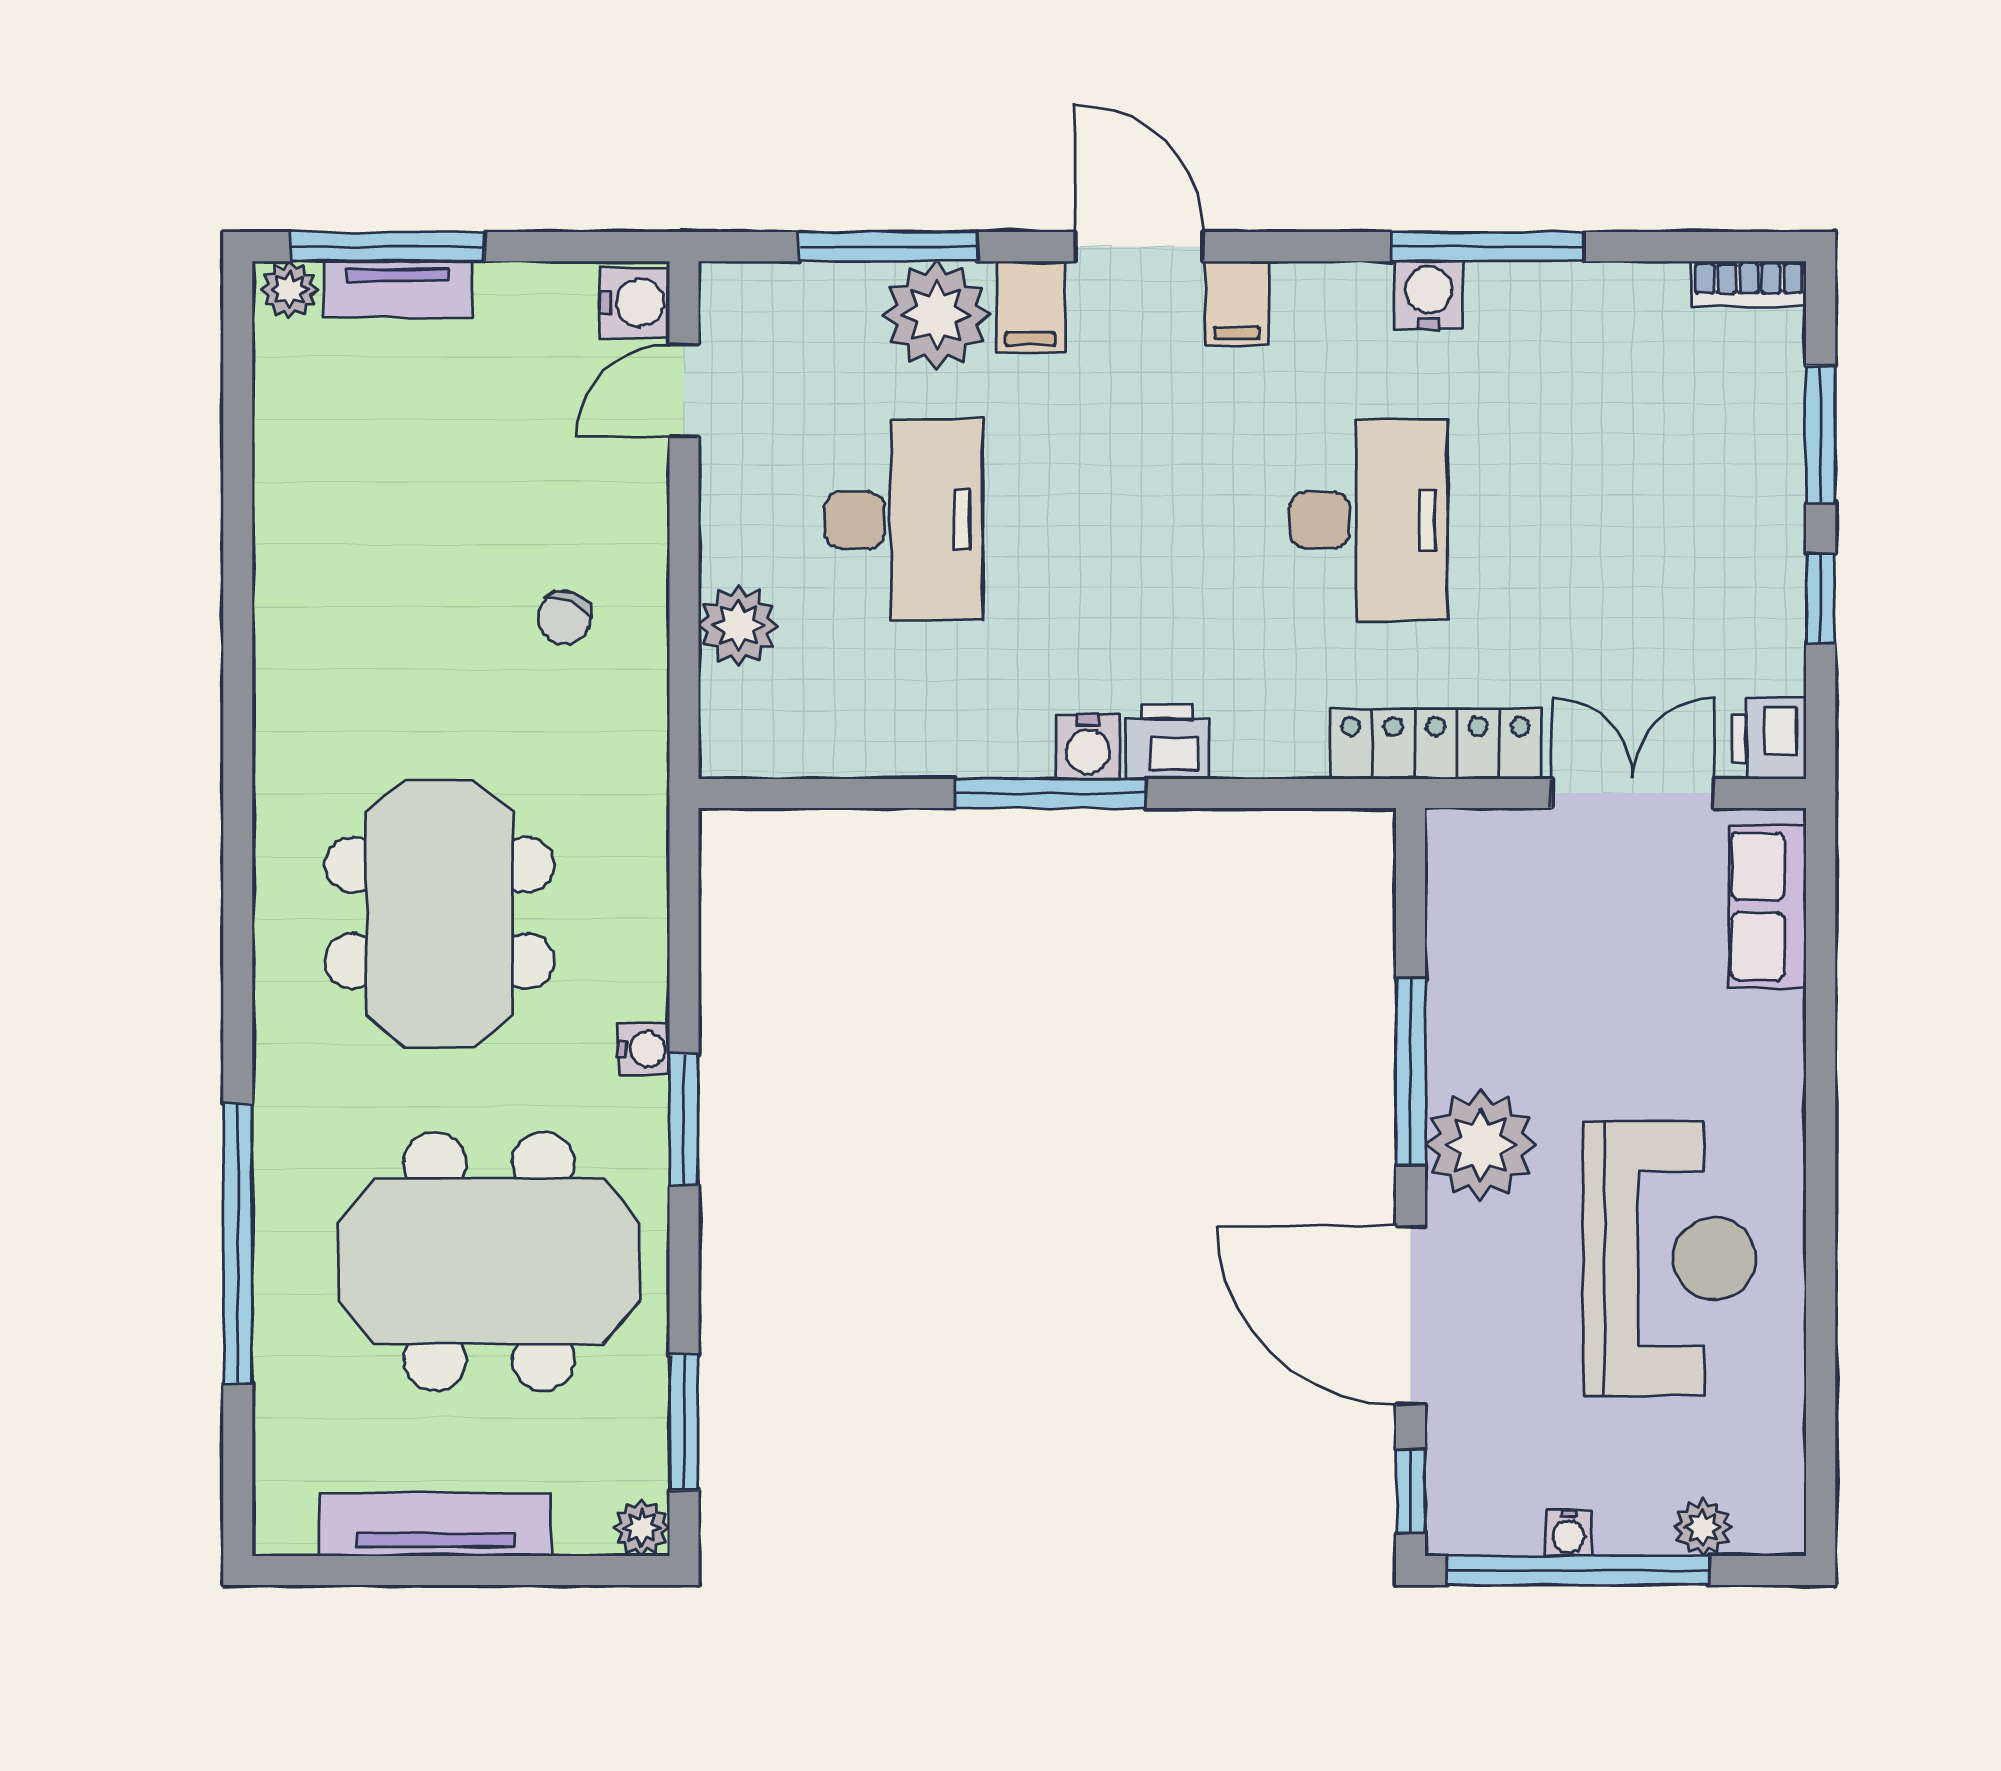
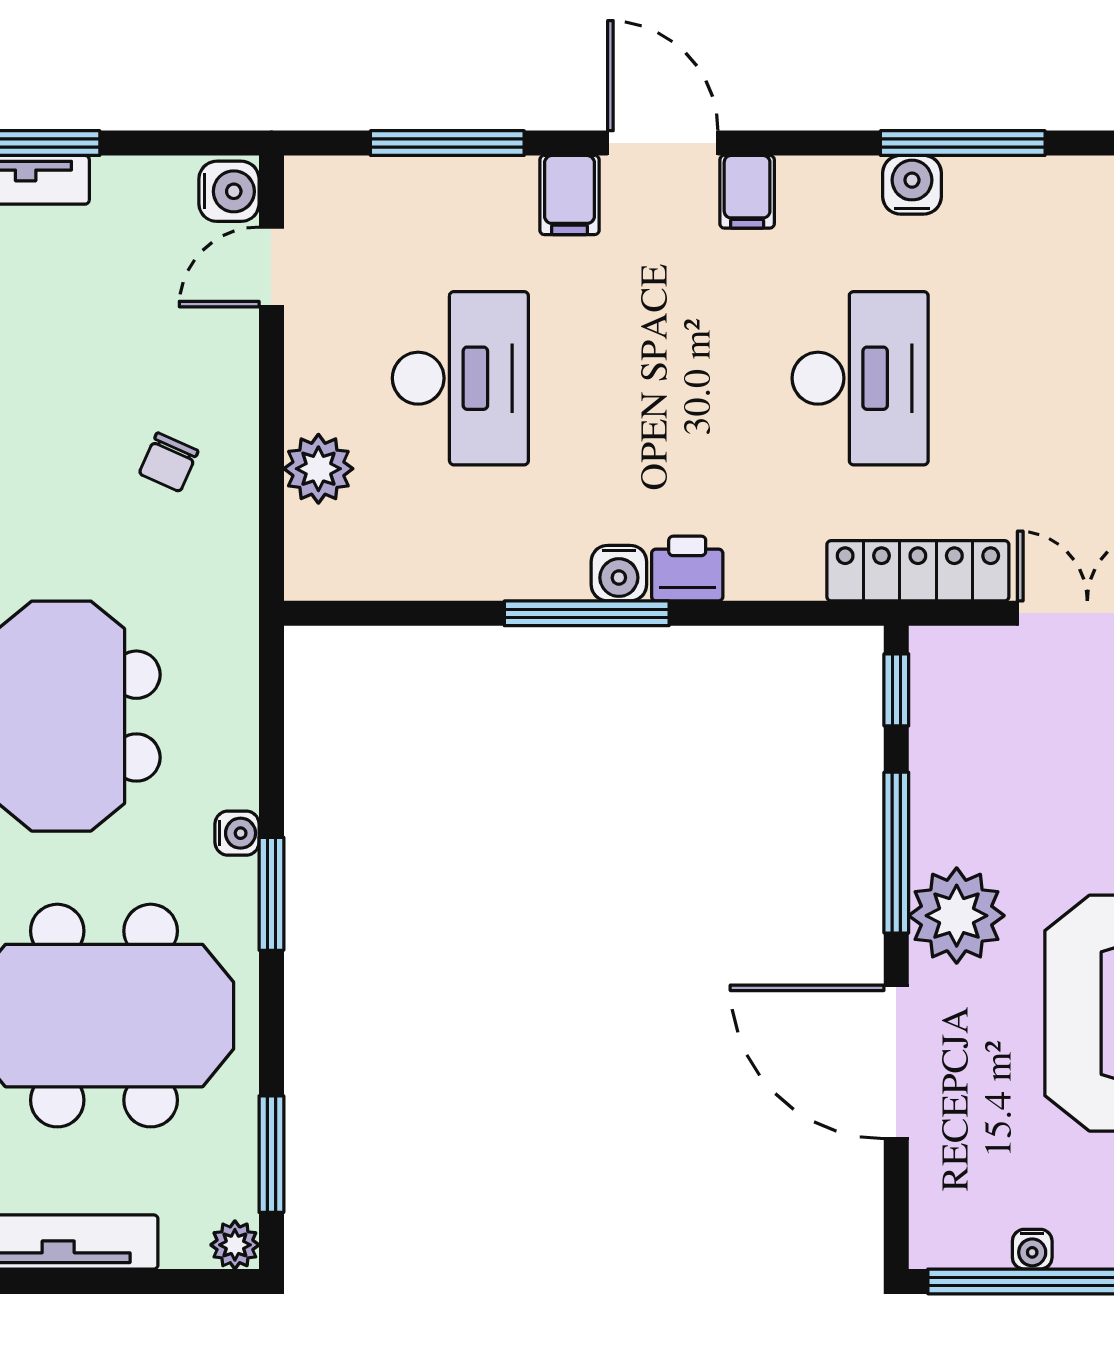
plant: (936, 315) -> (489, 202), removed
window: (1411, 1491) -> (896, 690), moved

